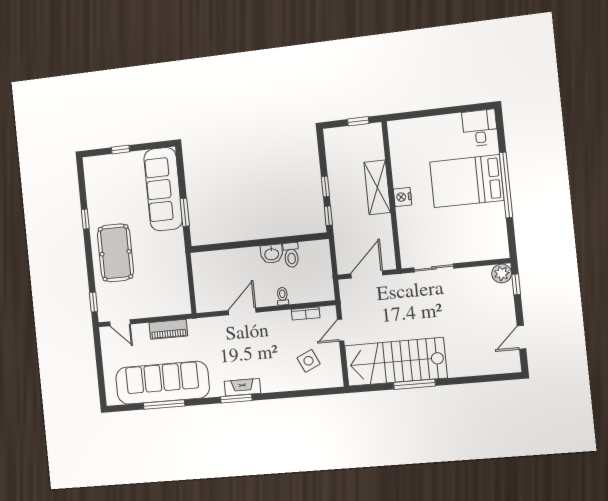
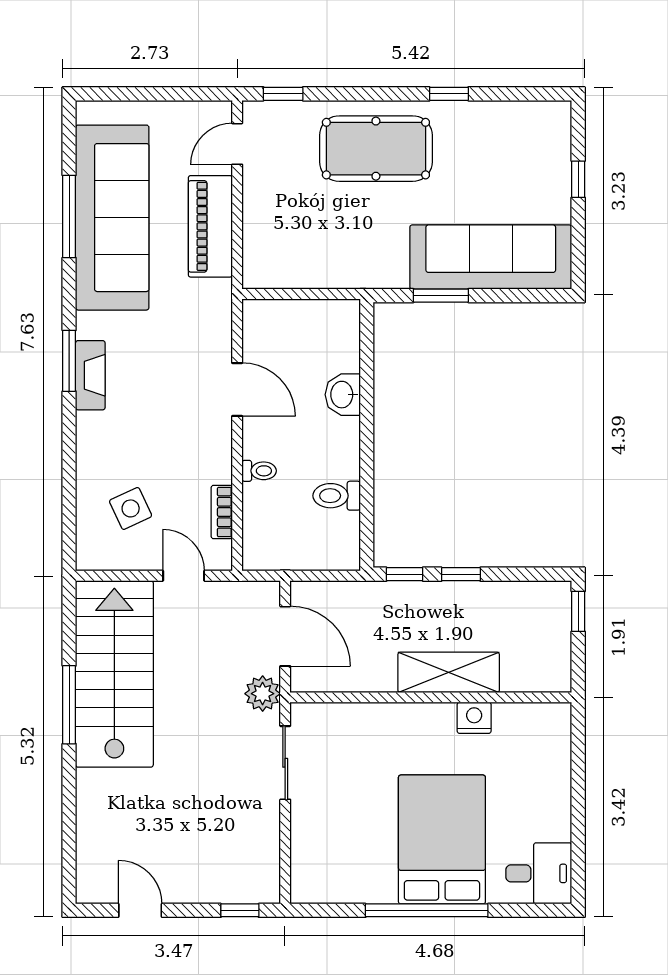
window: (358, 121) -> (578, 611), moved
nightstand: (403, 197) -> (474, 718), moved
washbasin: (272, 254) -> (343, 395), moved
plant: (502, 273) -> (263, 694), moved
piano: (168, 329) -> (210, 226), width x1.37, depth x1.33

